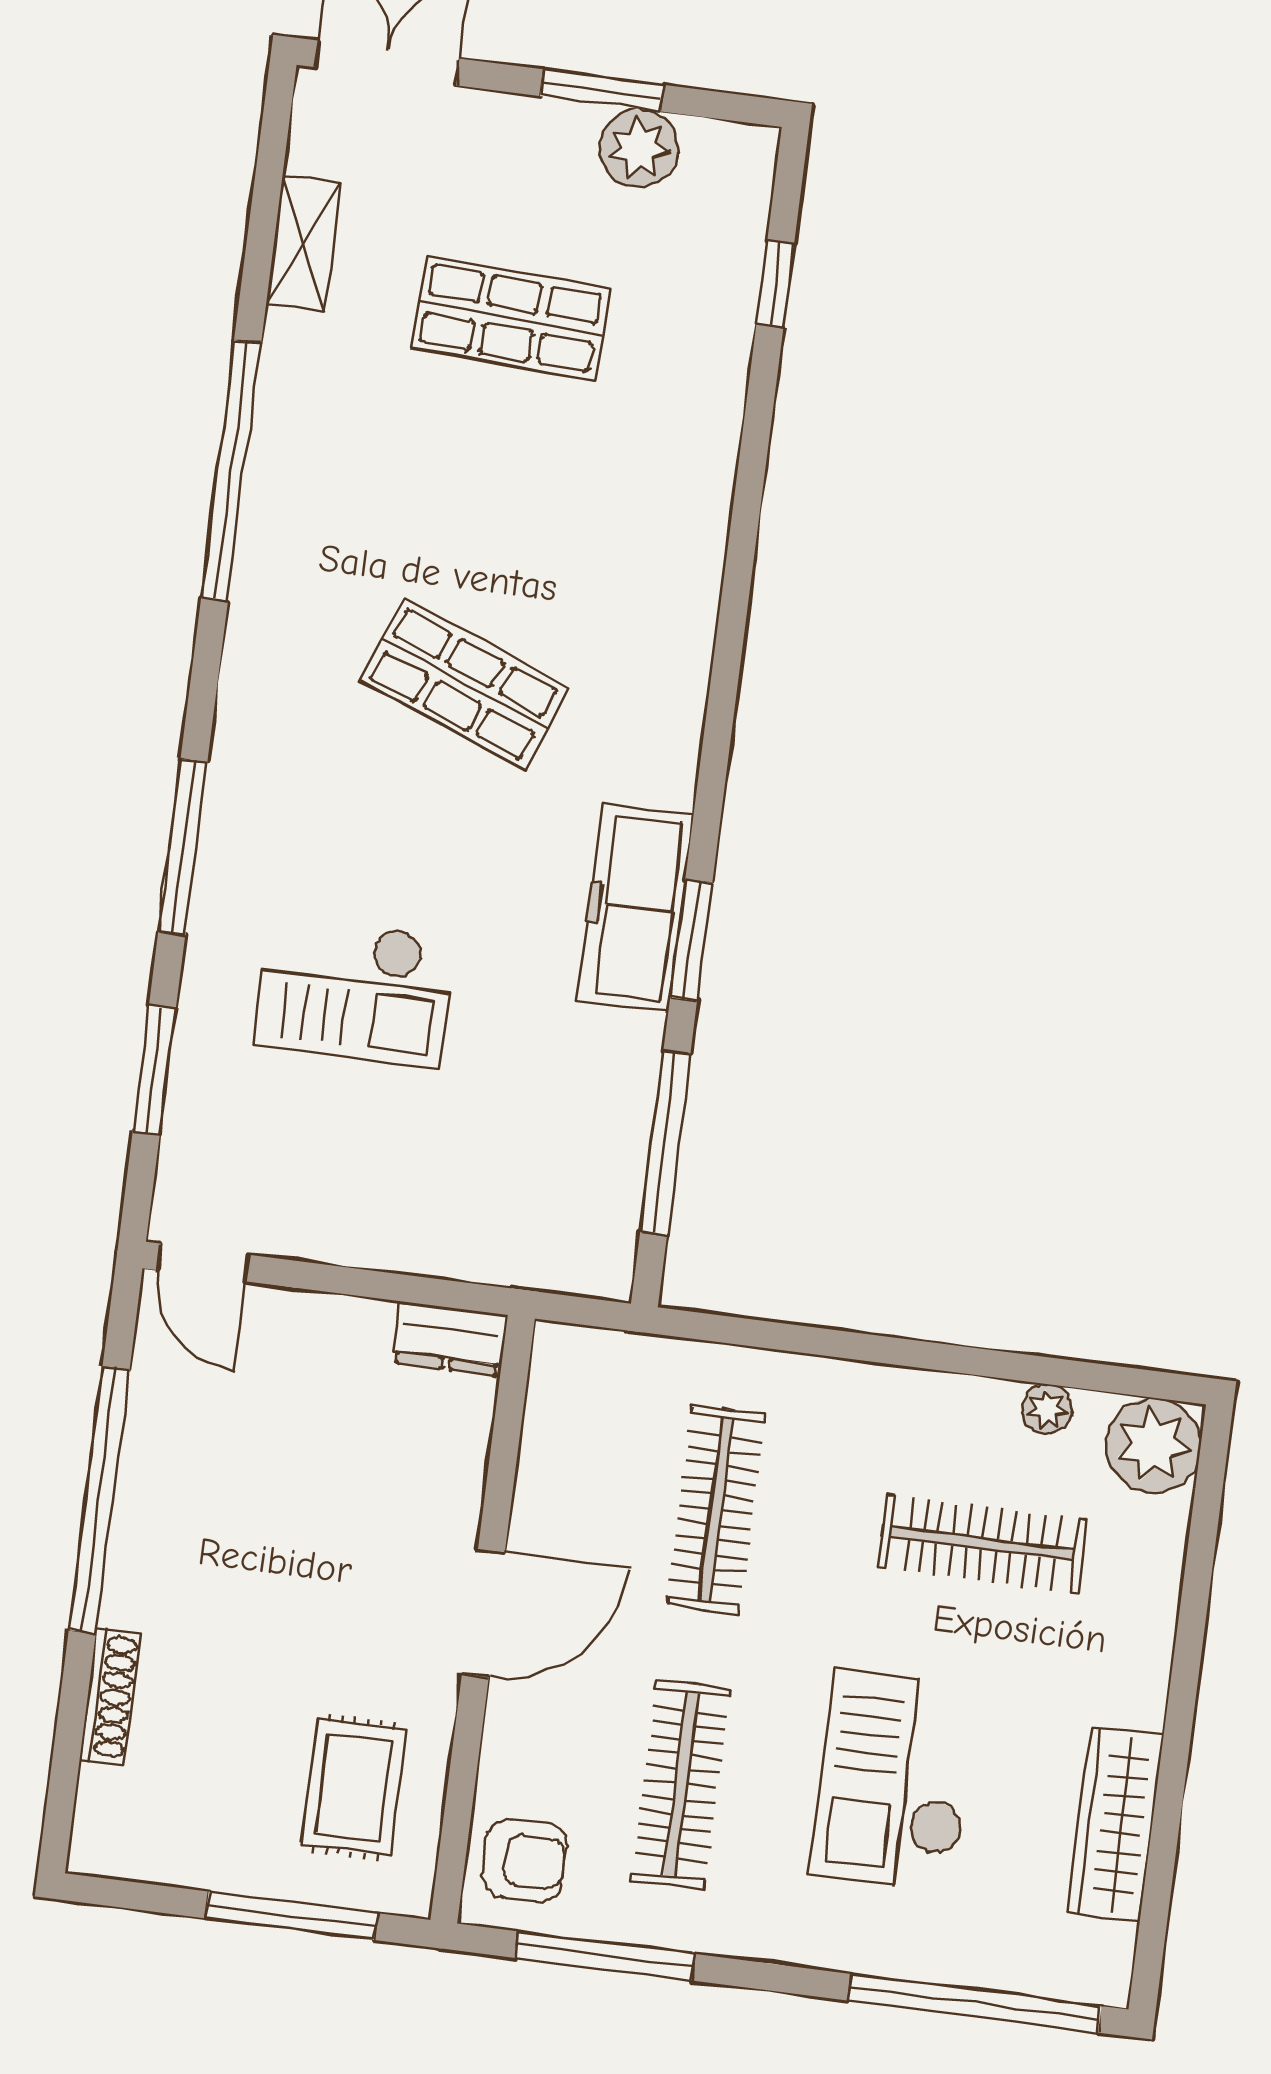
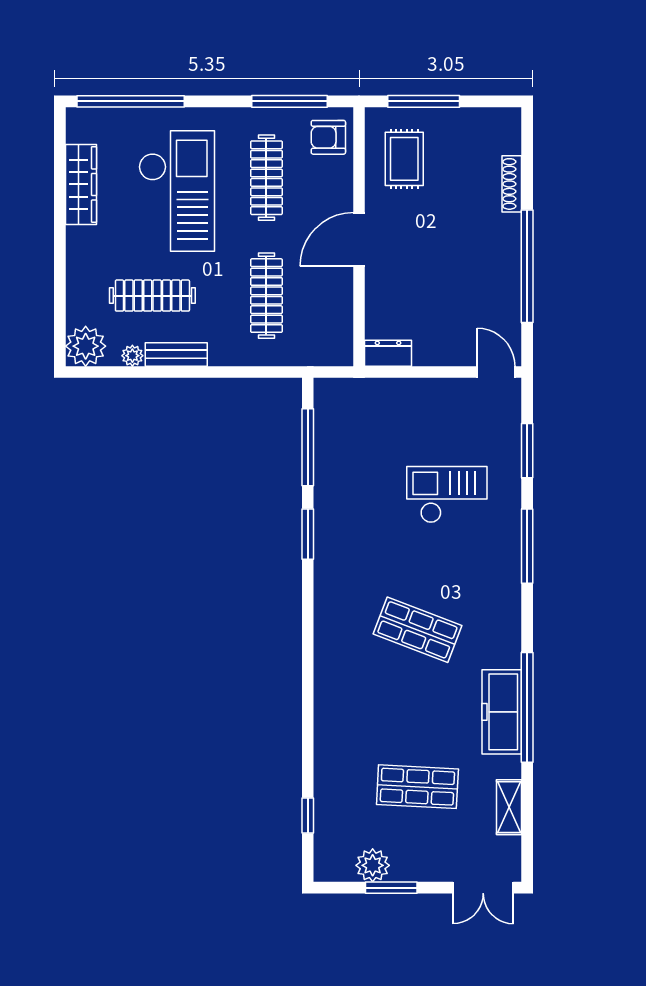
freezer: (635, 908) -> (502, 712), moved, turned 180
bench: (944, 1399) -> (176, 354), added
checkout: (894, 1780) -> (177, 191), width x1.36, depth x1.21

